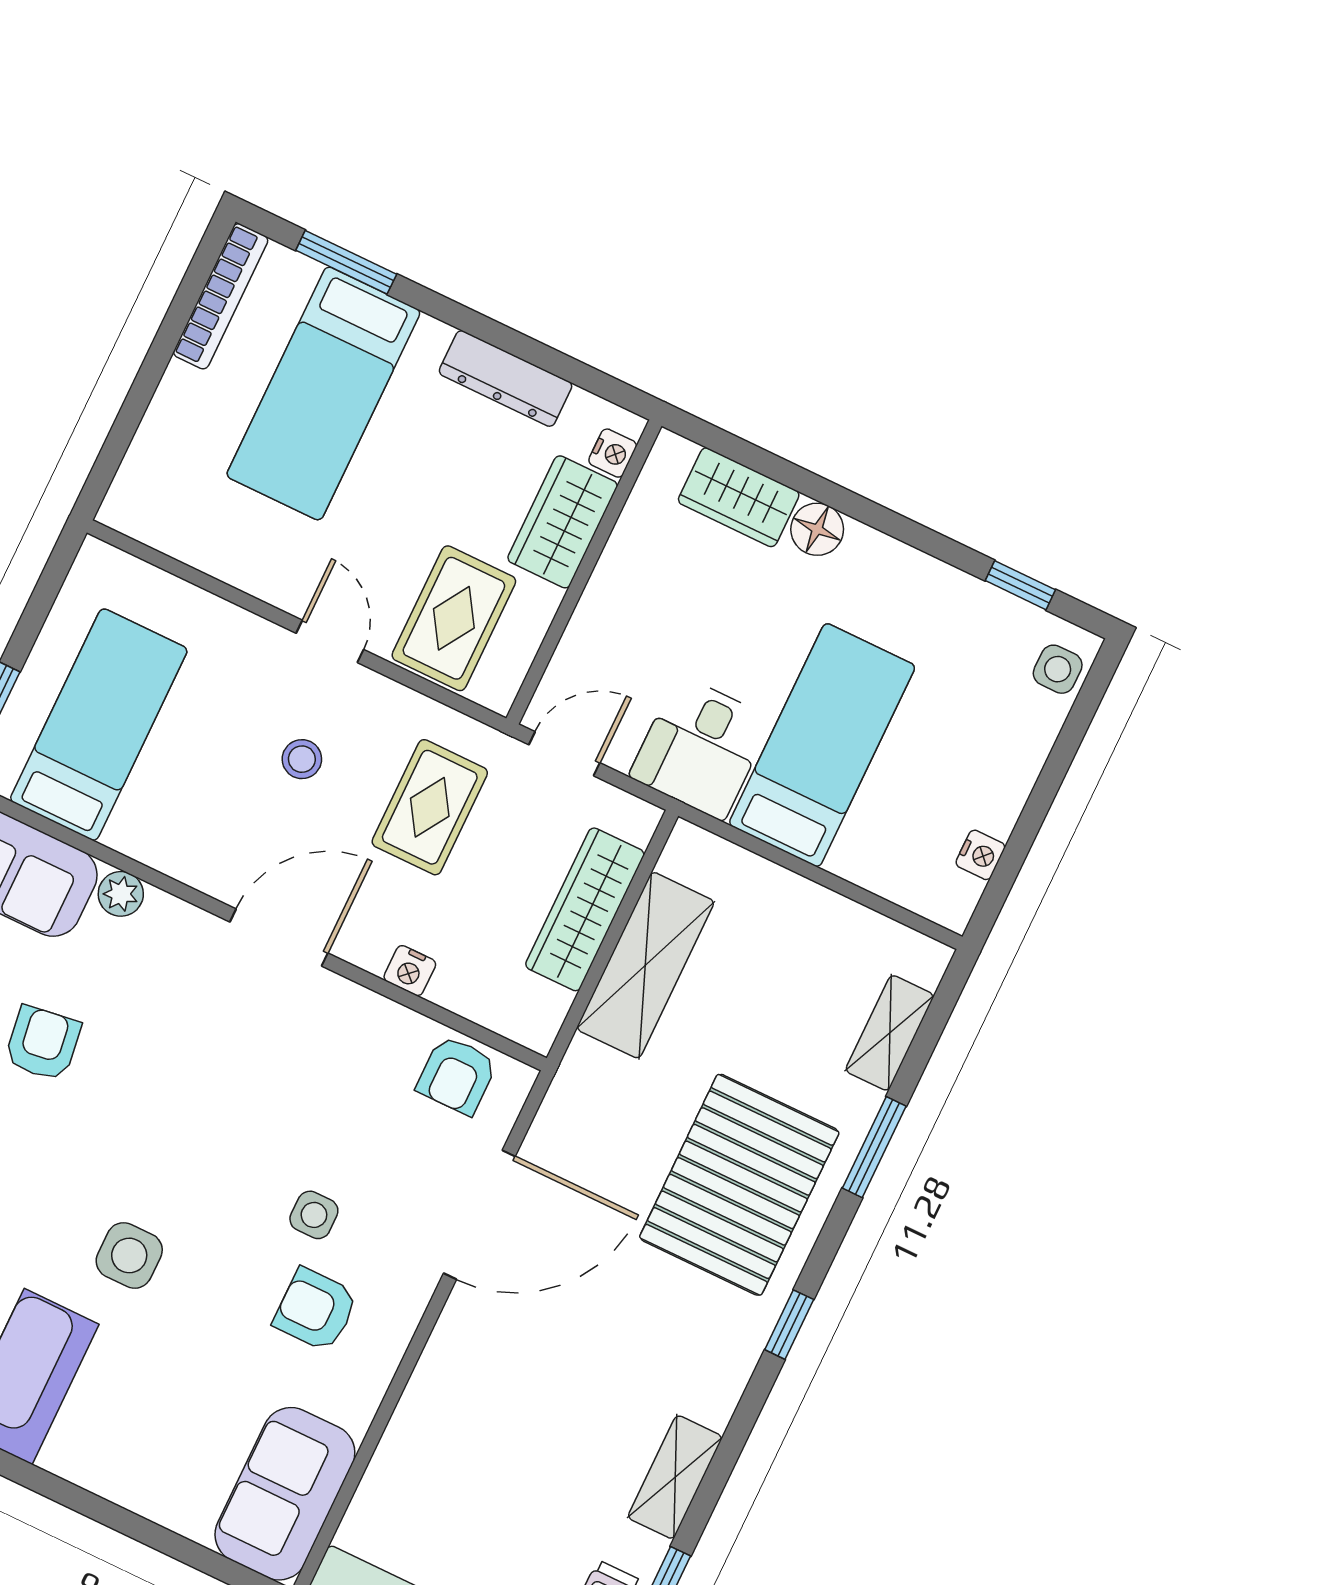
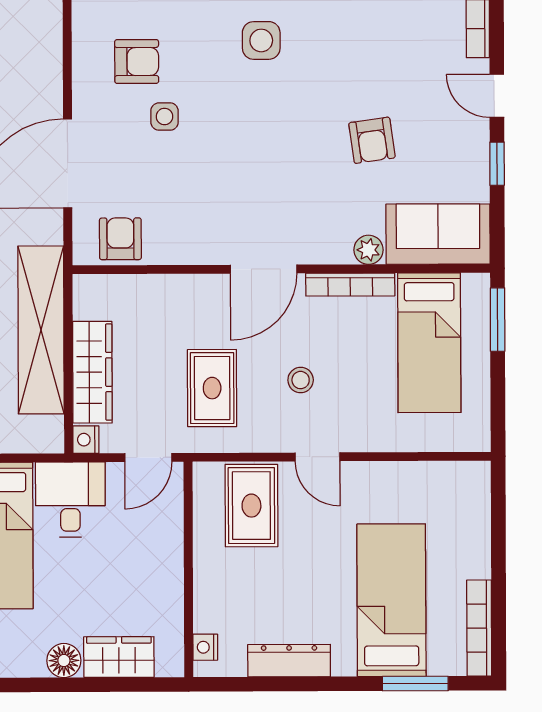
wardrobe: (563, 522) -> (215, 593), removed
bookcase: (169, 858) -> (350, 285), added
shelving: (645, 965) -> (41, 330), width x1.47
nightstand: (410, 971) -> (86, 440), moved, turned -90

